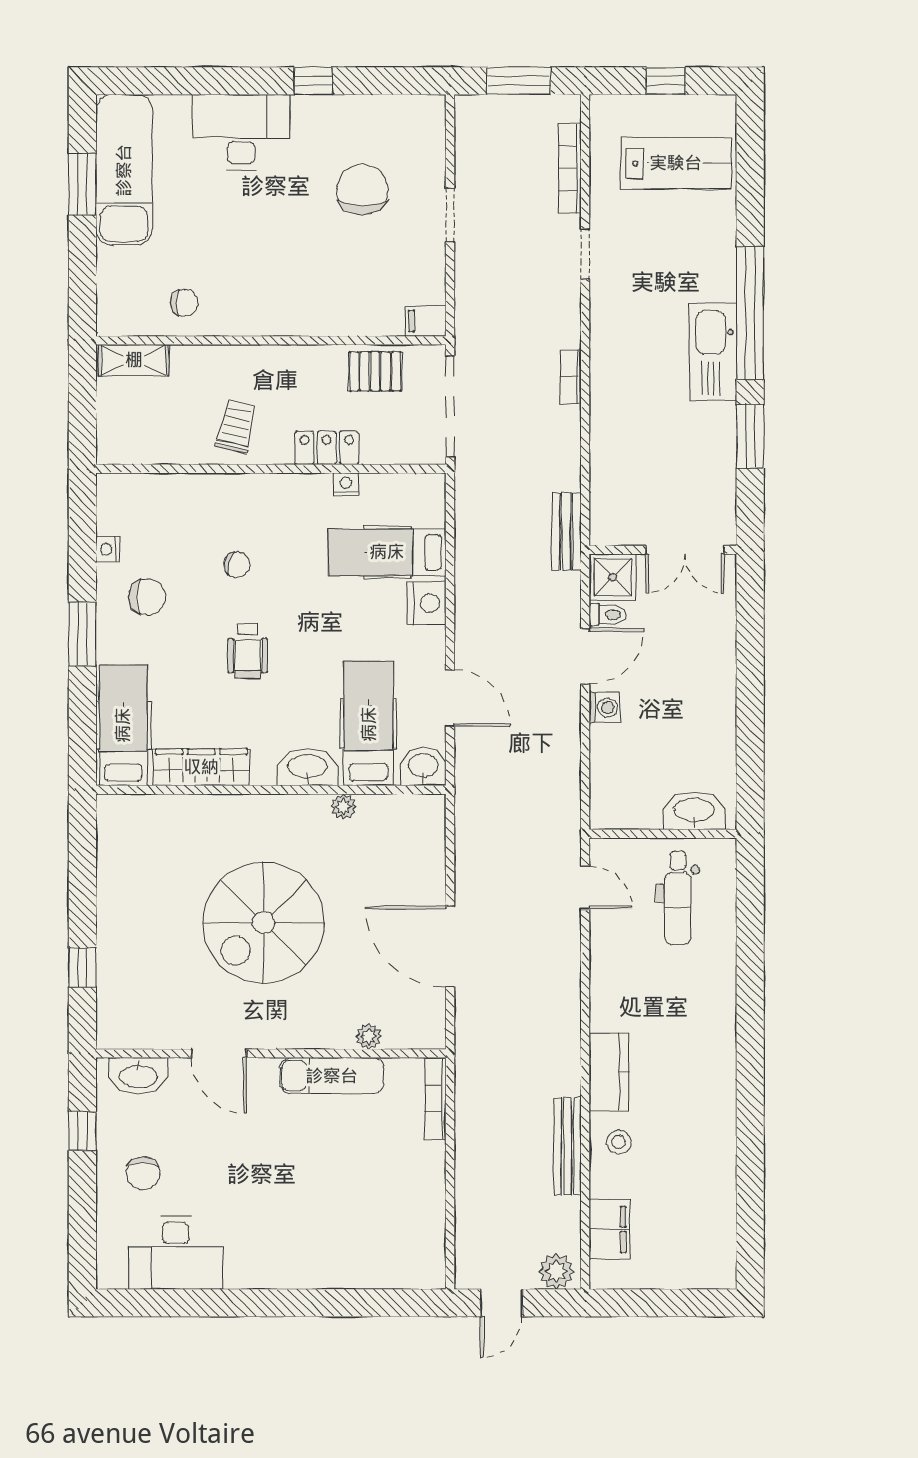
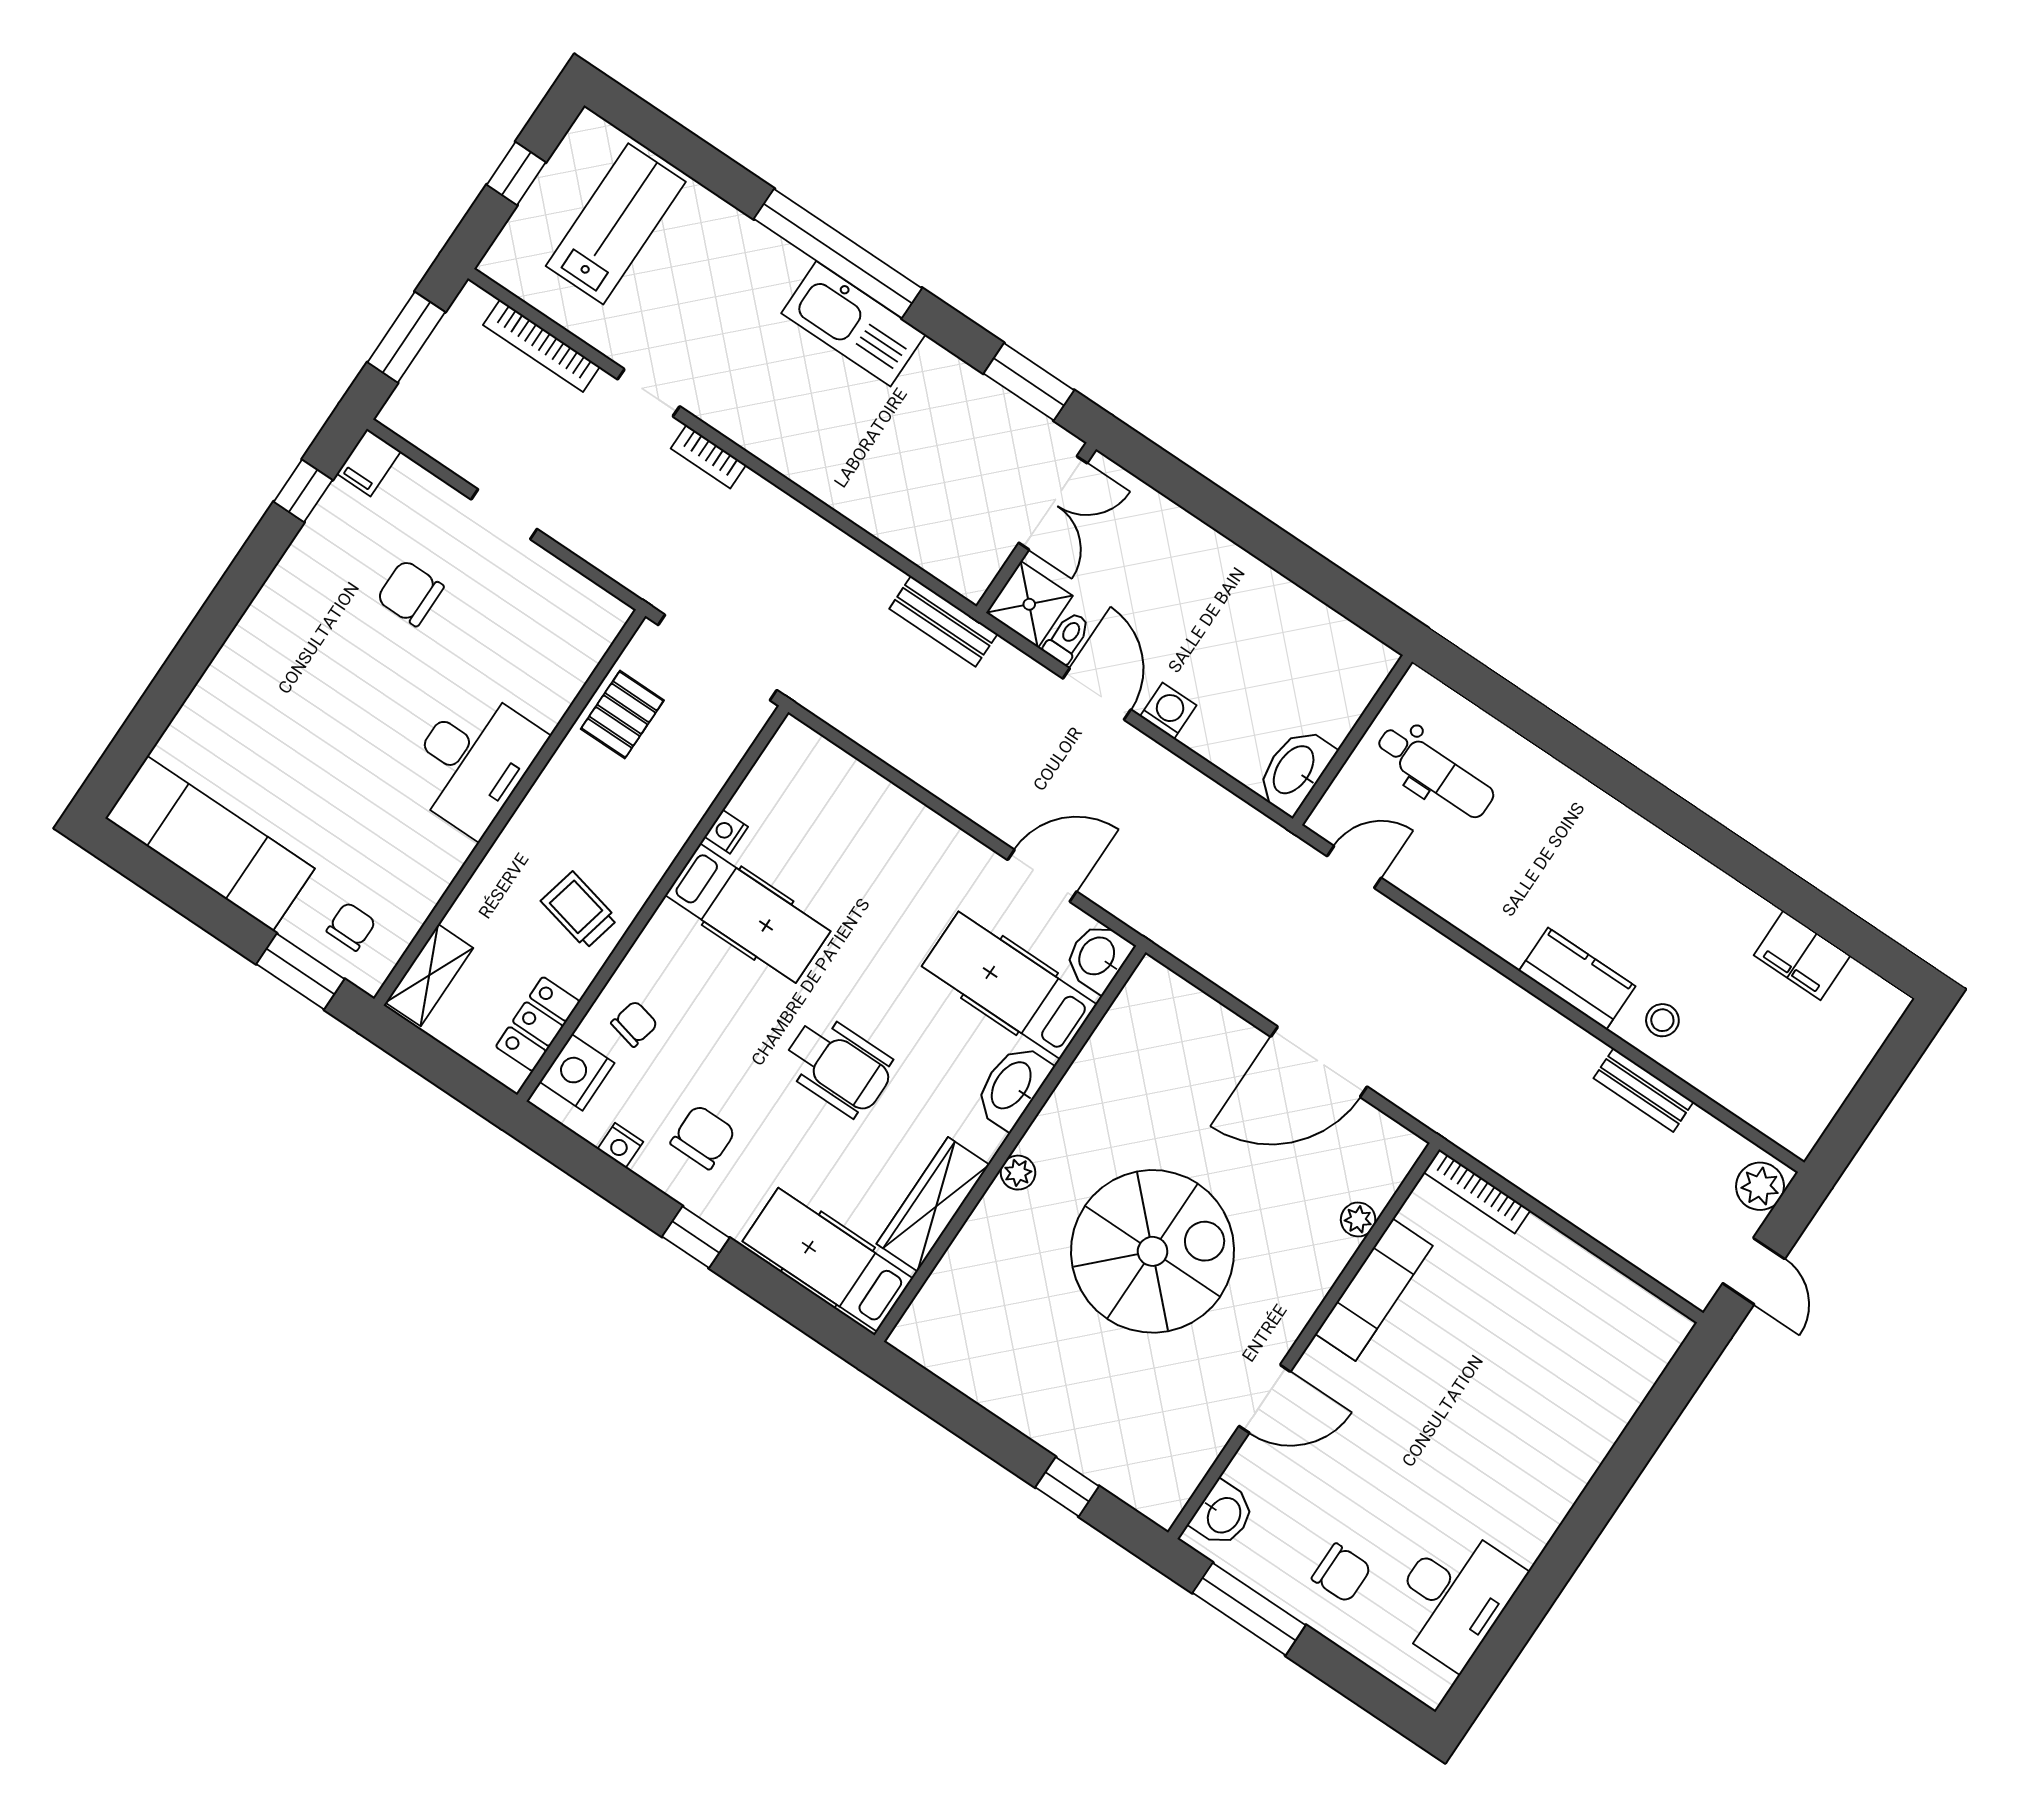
window: (313, 81) -> (303, 491), moved
desk: (241, 132) -> (473, 761), moved, turned 180
window: (82, 184) -> (300, 972), moved
chair: (362, 190) -> (410, 593), width x0.73, depth x0.73
chair: (184, 303) -> (351, 926), moved
filing cabinet: (426, 321) -> (369, 463), moved
bookcase: (570, 377) -> (708, 457), moved
window: (750, 436) -> (1029, 382), moved
locker: (327, 448) -> (538, 1024), moved
hospital bed: (387, 552) -> (748, 913), moved, turned -90
chair: (237, 565) -> (634, 1024), moved
nightstand: (427, 603) -> (577, 1072), moved, turned -90
window: (82, 634) -> (696, 1237), width x0.67
wheelchair: (248, 651) -> (838, 1066), width x1.36, depth x1.37
plant: (343, 807) -> (1018, 1173), moved
washbasin: (694, 811) -> (1295, 771), moved
spiral stairs: (263, 923) -> (1153, 1251), turned -90
washbasin: (138, 1076) -> (1223, 1514), width x0.72
window: (82, 1131) -> (1249, 1609), width x2.17
bench: (567, 1146) -> (1643, 1090), width x0.73
filing cabinet: (609, 1229) -> (1802, 956), moved, turned 180

